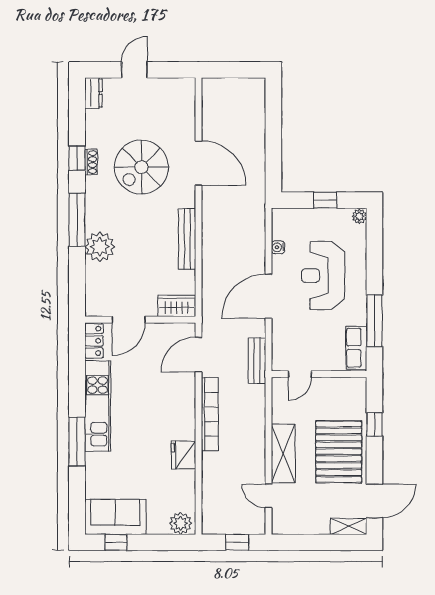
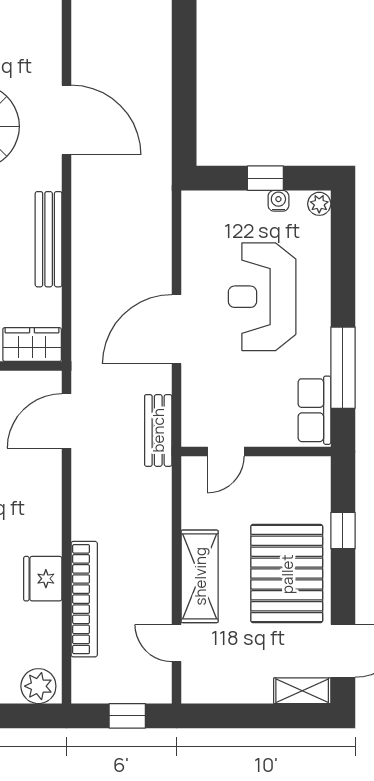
water cooler: (278, 247) -> (278, 201), moved, turned 90
bookcase: (210, 414) -> (84, 599), moved

